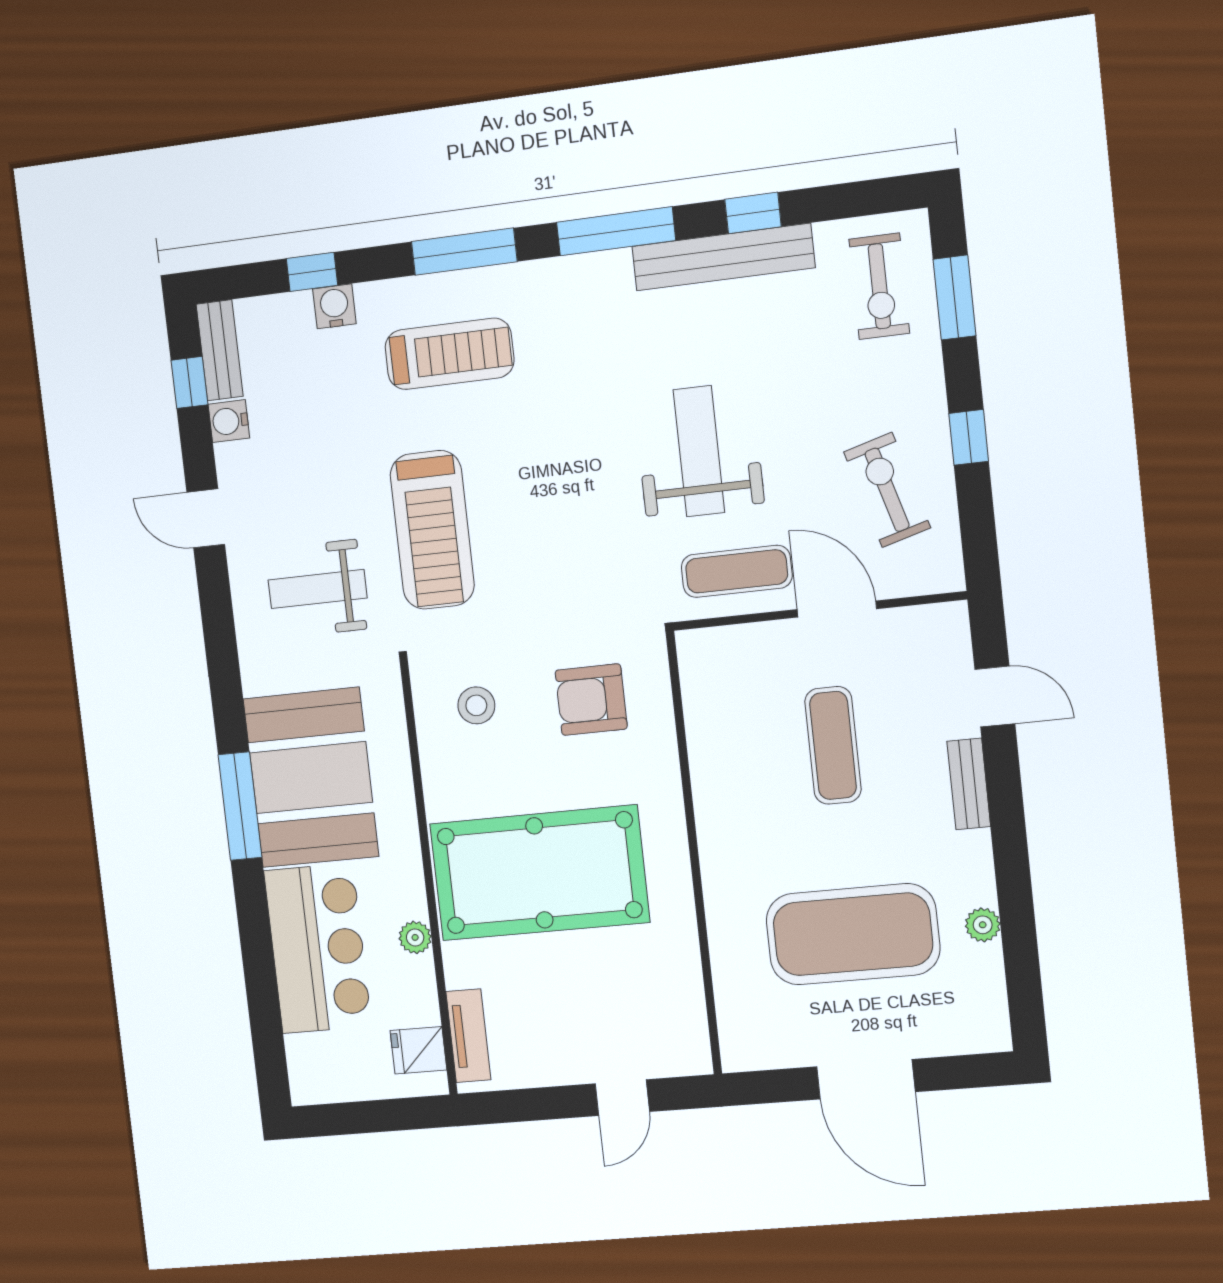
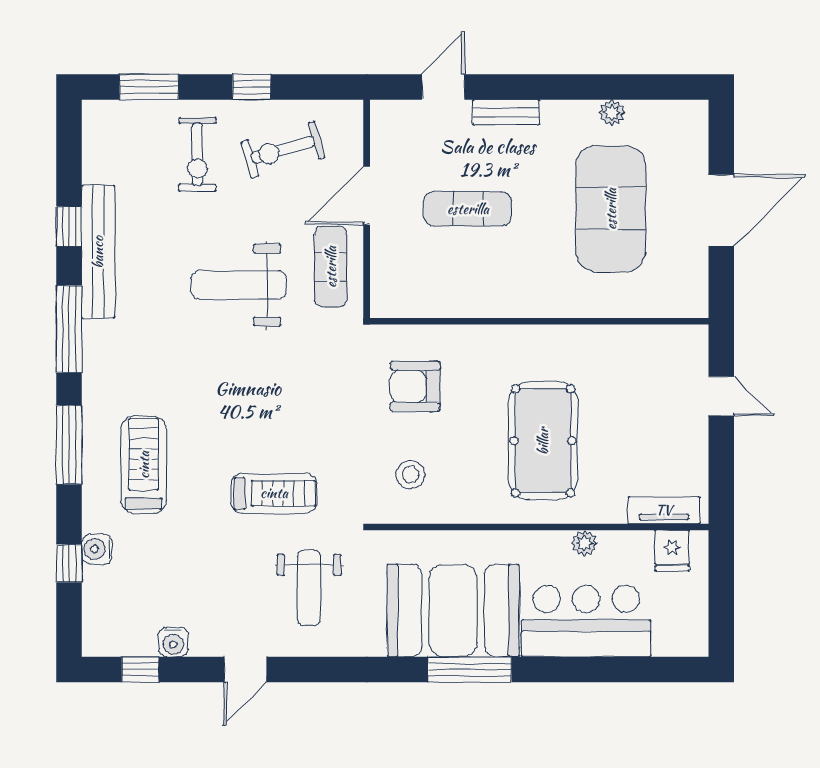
exercise bike: (879, 286) -> (197, 155), moved, turned 90
bench: (220, 350) -> (119, 643), removed
treadmill: (432, 530) -> (274, 493), width x0.73, depth x0.73
armchair: (591, 700) -> (415, 386), turned 90
pool table: (539, 873) -> (543, 441), width x0.73, depth x0.76

